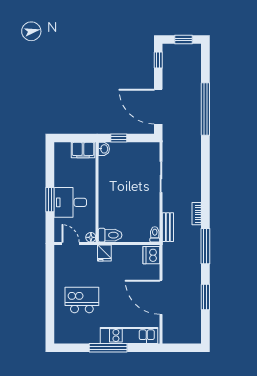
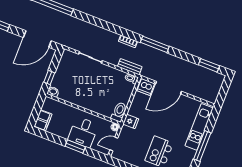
filing cabinet: (83, 150) -> (43, 120), moved
door: (161, 297) -> (169, 88), moved
window: (205, 297) -> (209, 65), moved

